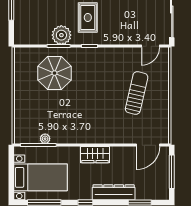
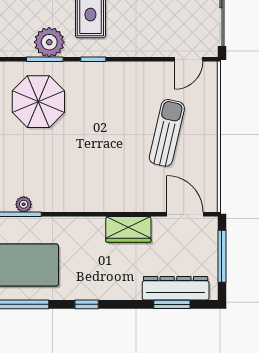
door: (148, 145) -> (185, 214), swing flipped
wardrobe: (95, 155) -> (128, 229), moved
dresser: (114, 192) -> (176, 288), moved

